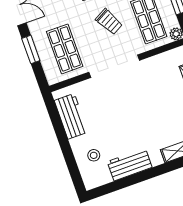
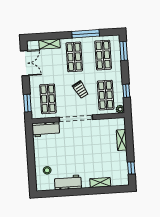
window: (31, 49) -> (27, 103), moved
workbench: (71, 116) -> (46, 129), moved, turned 90

